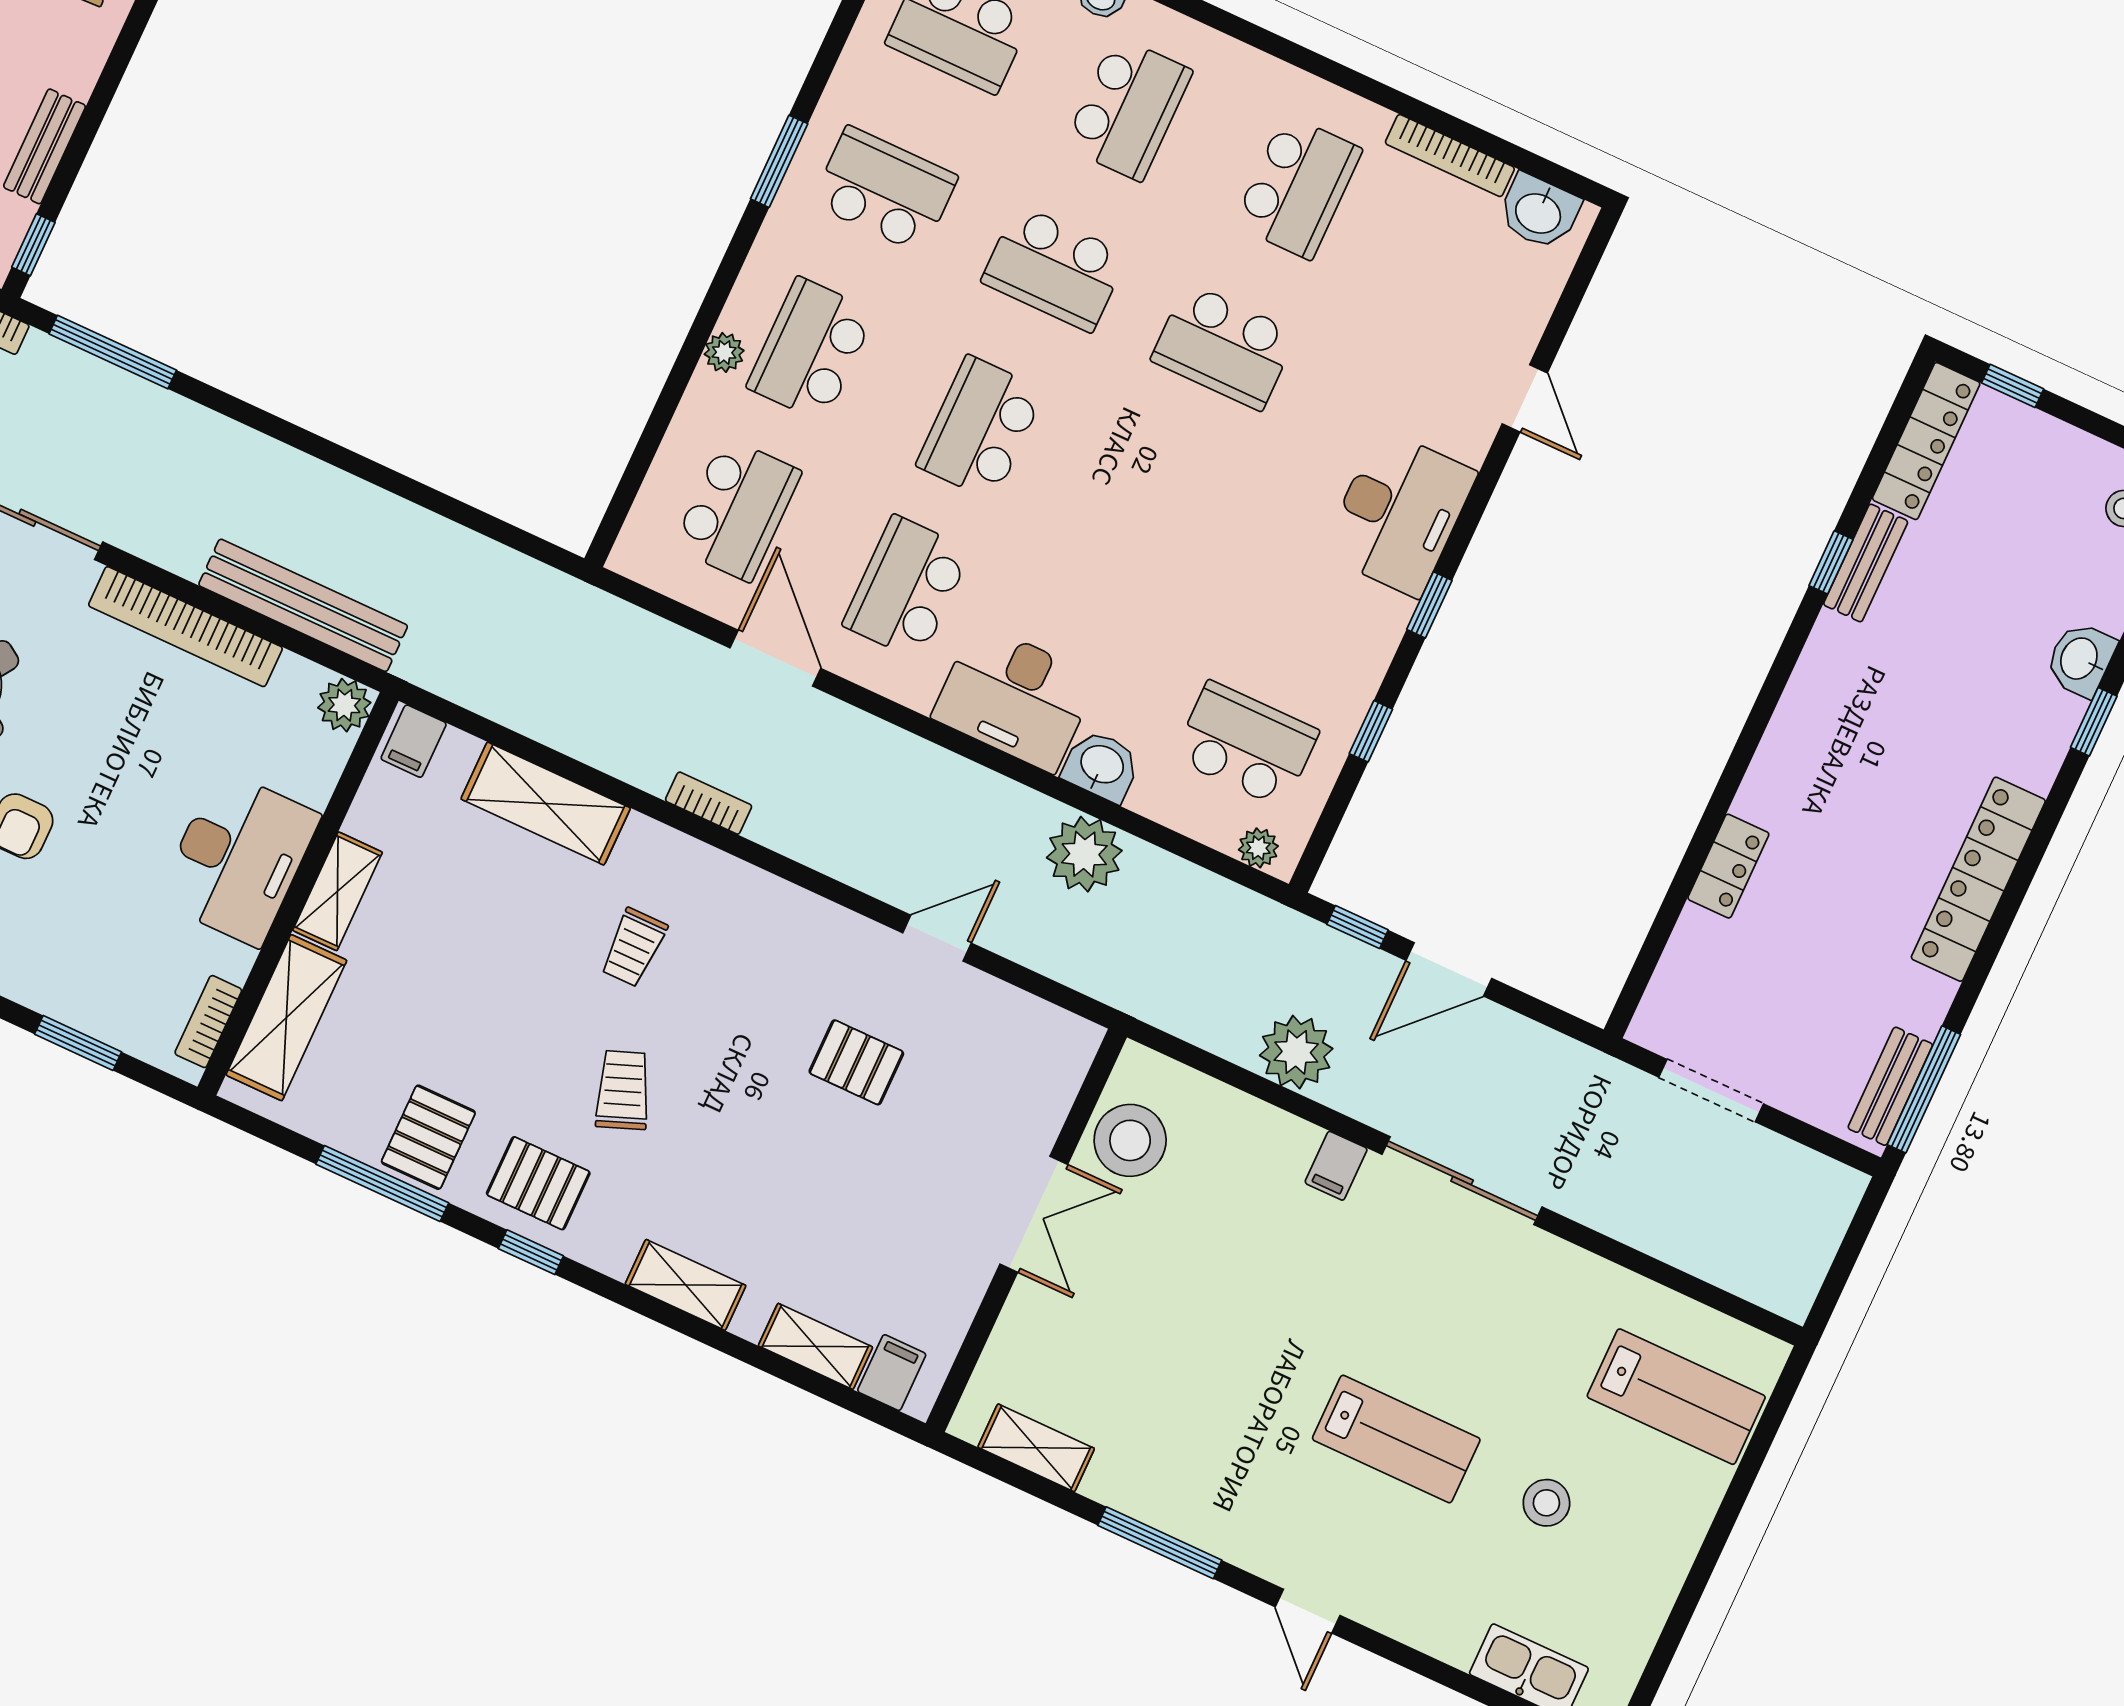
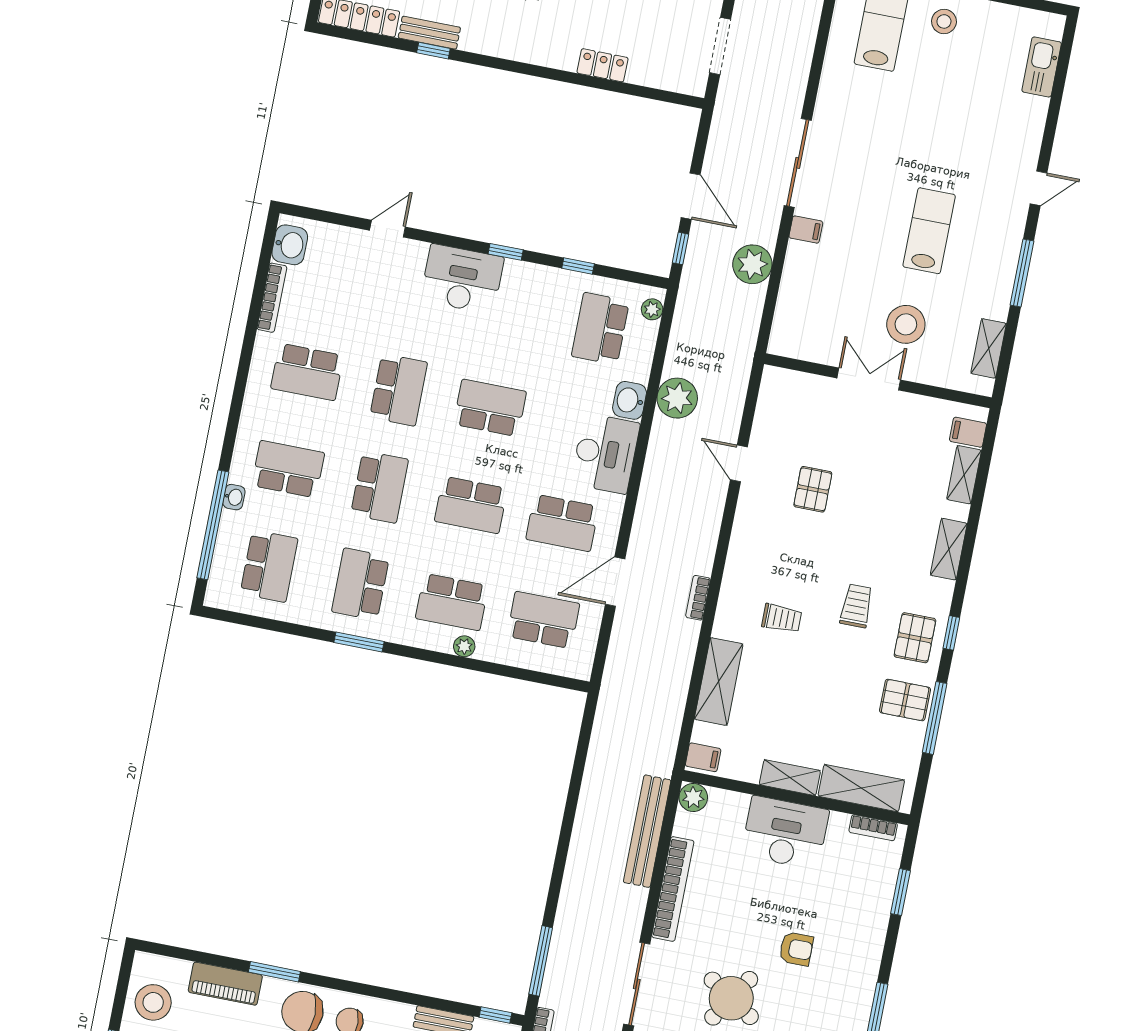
school desk: (1298, 187) -> (307, 372), turned 180
school desk: (1150, 506) -> (490, 408), added
trolley: (623, 1090) -> (856, 606), turned 111
stool: (1130, 1140) -> (906, 324), moved
lab bench: (1396, 1439) -> (929, 231), moved
stool: (1546, 1503) -> (944, 21), moved

